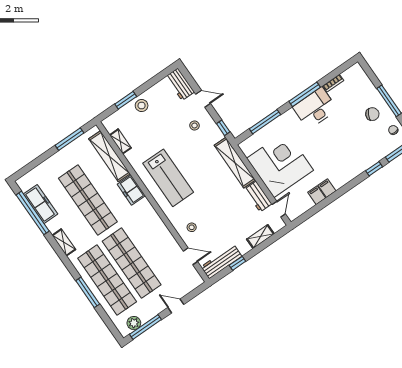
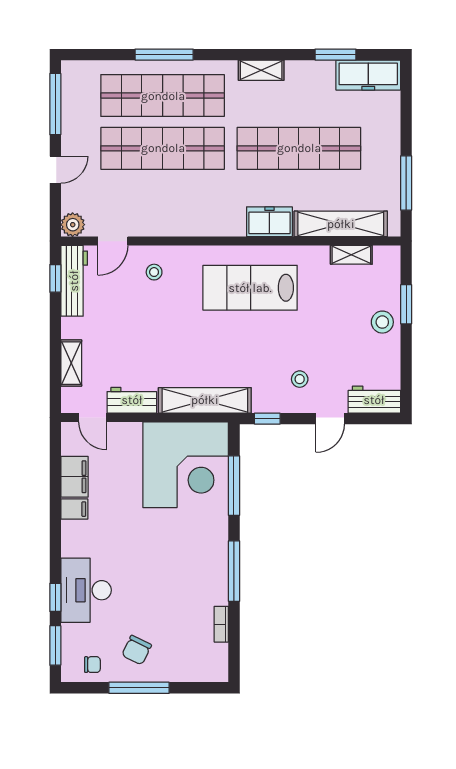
desk: (315, 108) -> (86, 590), moved, turned 180
corner desk: (280, 164) -> (186, 465), moved
filing cabinet: (317, 195) -> (74, 477), width x2.00
freezer: (41, 204) -> (368, 75), moved
window: (33, 213) -> (336, 55), width x0.47
window: (237, 263) -> (55, 278), moved
plant: (134, 323) -> (73, 225), moved

